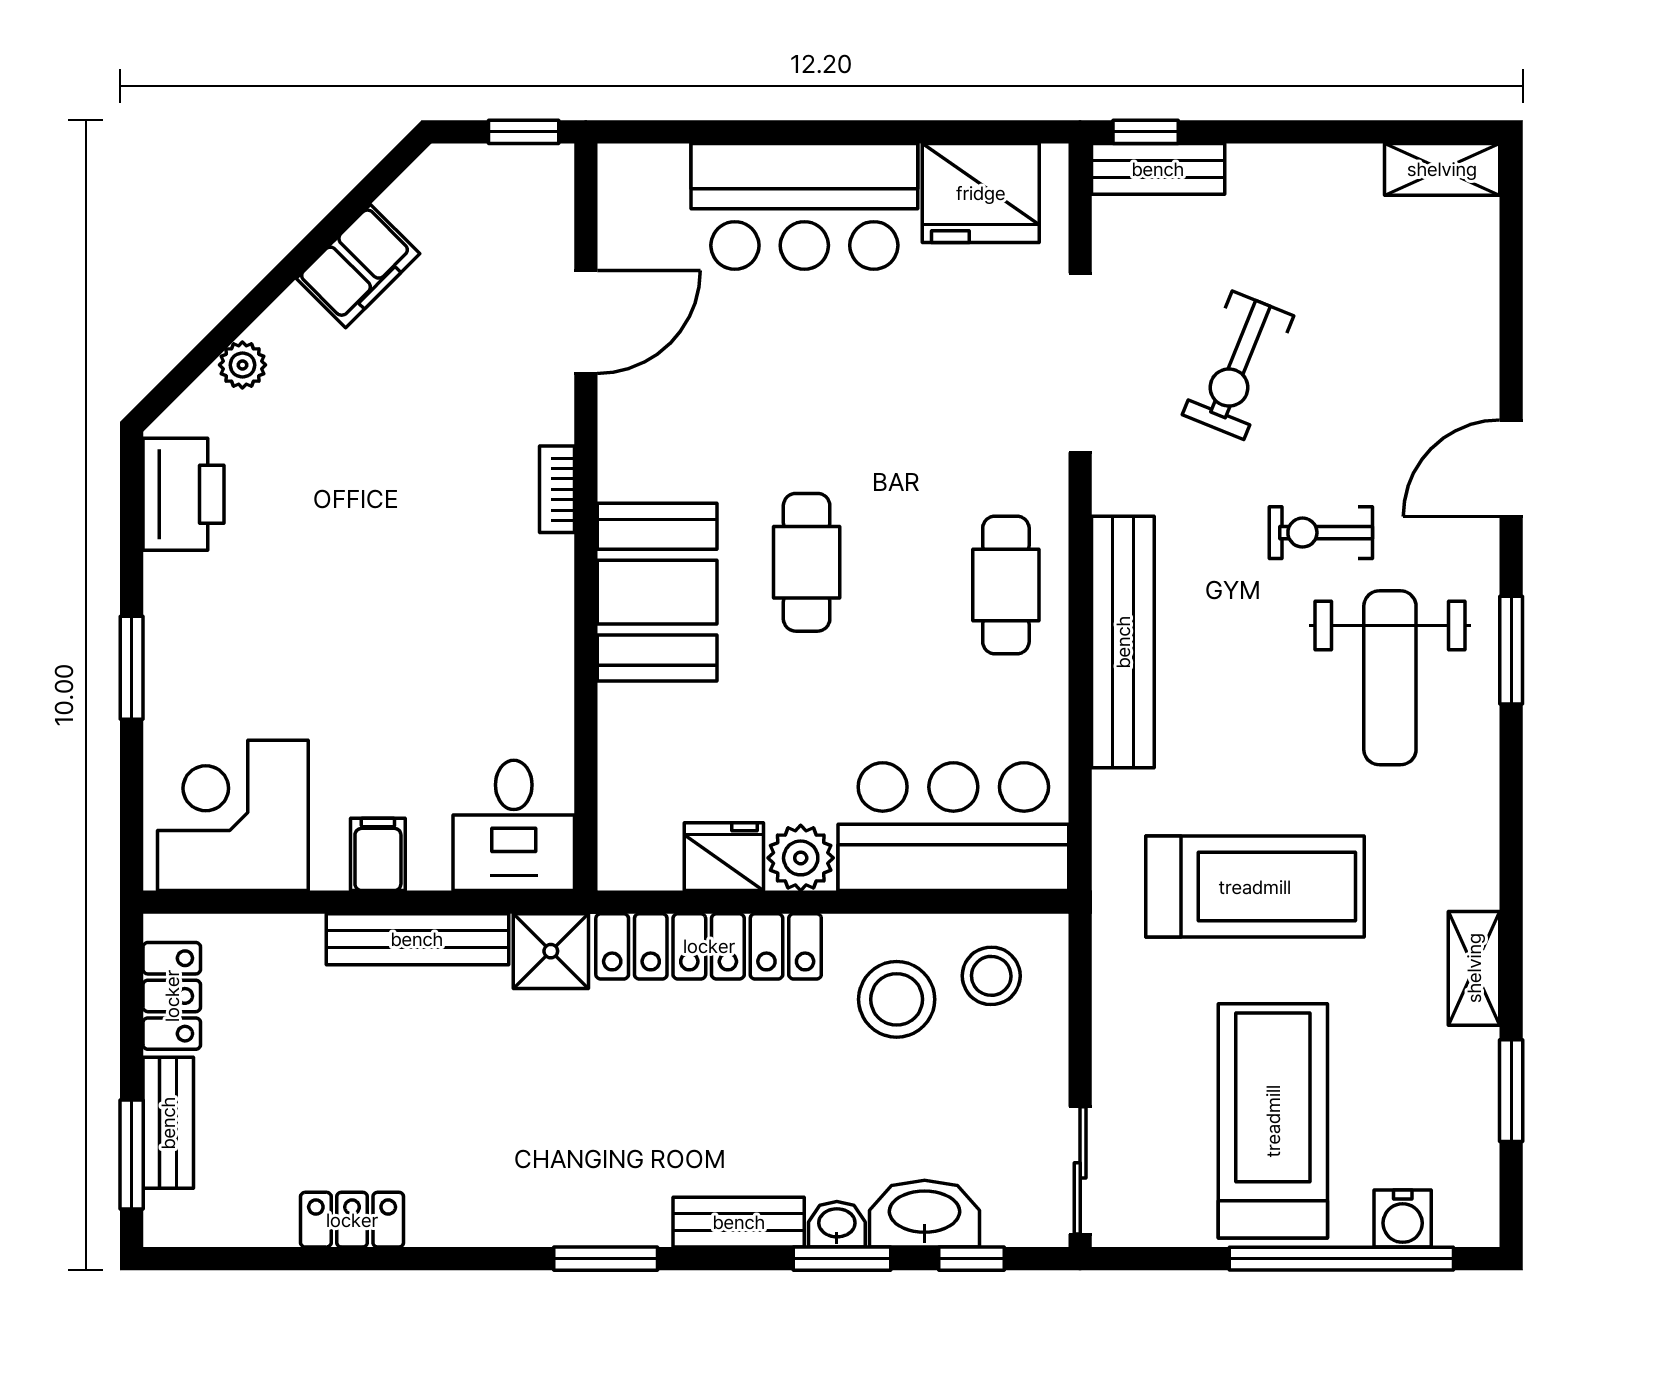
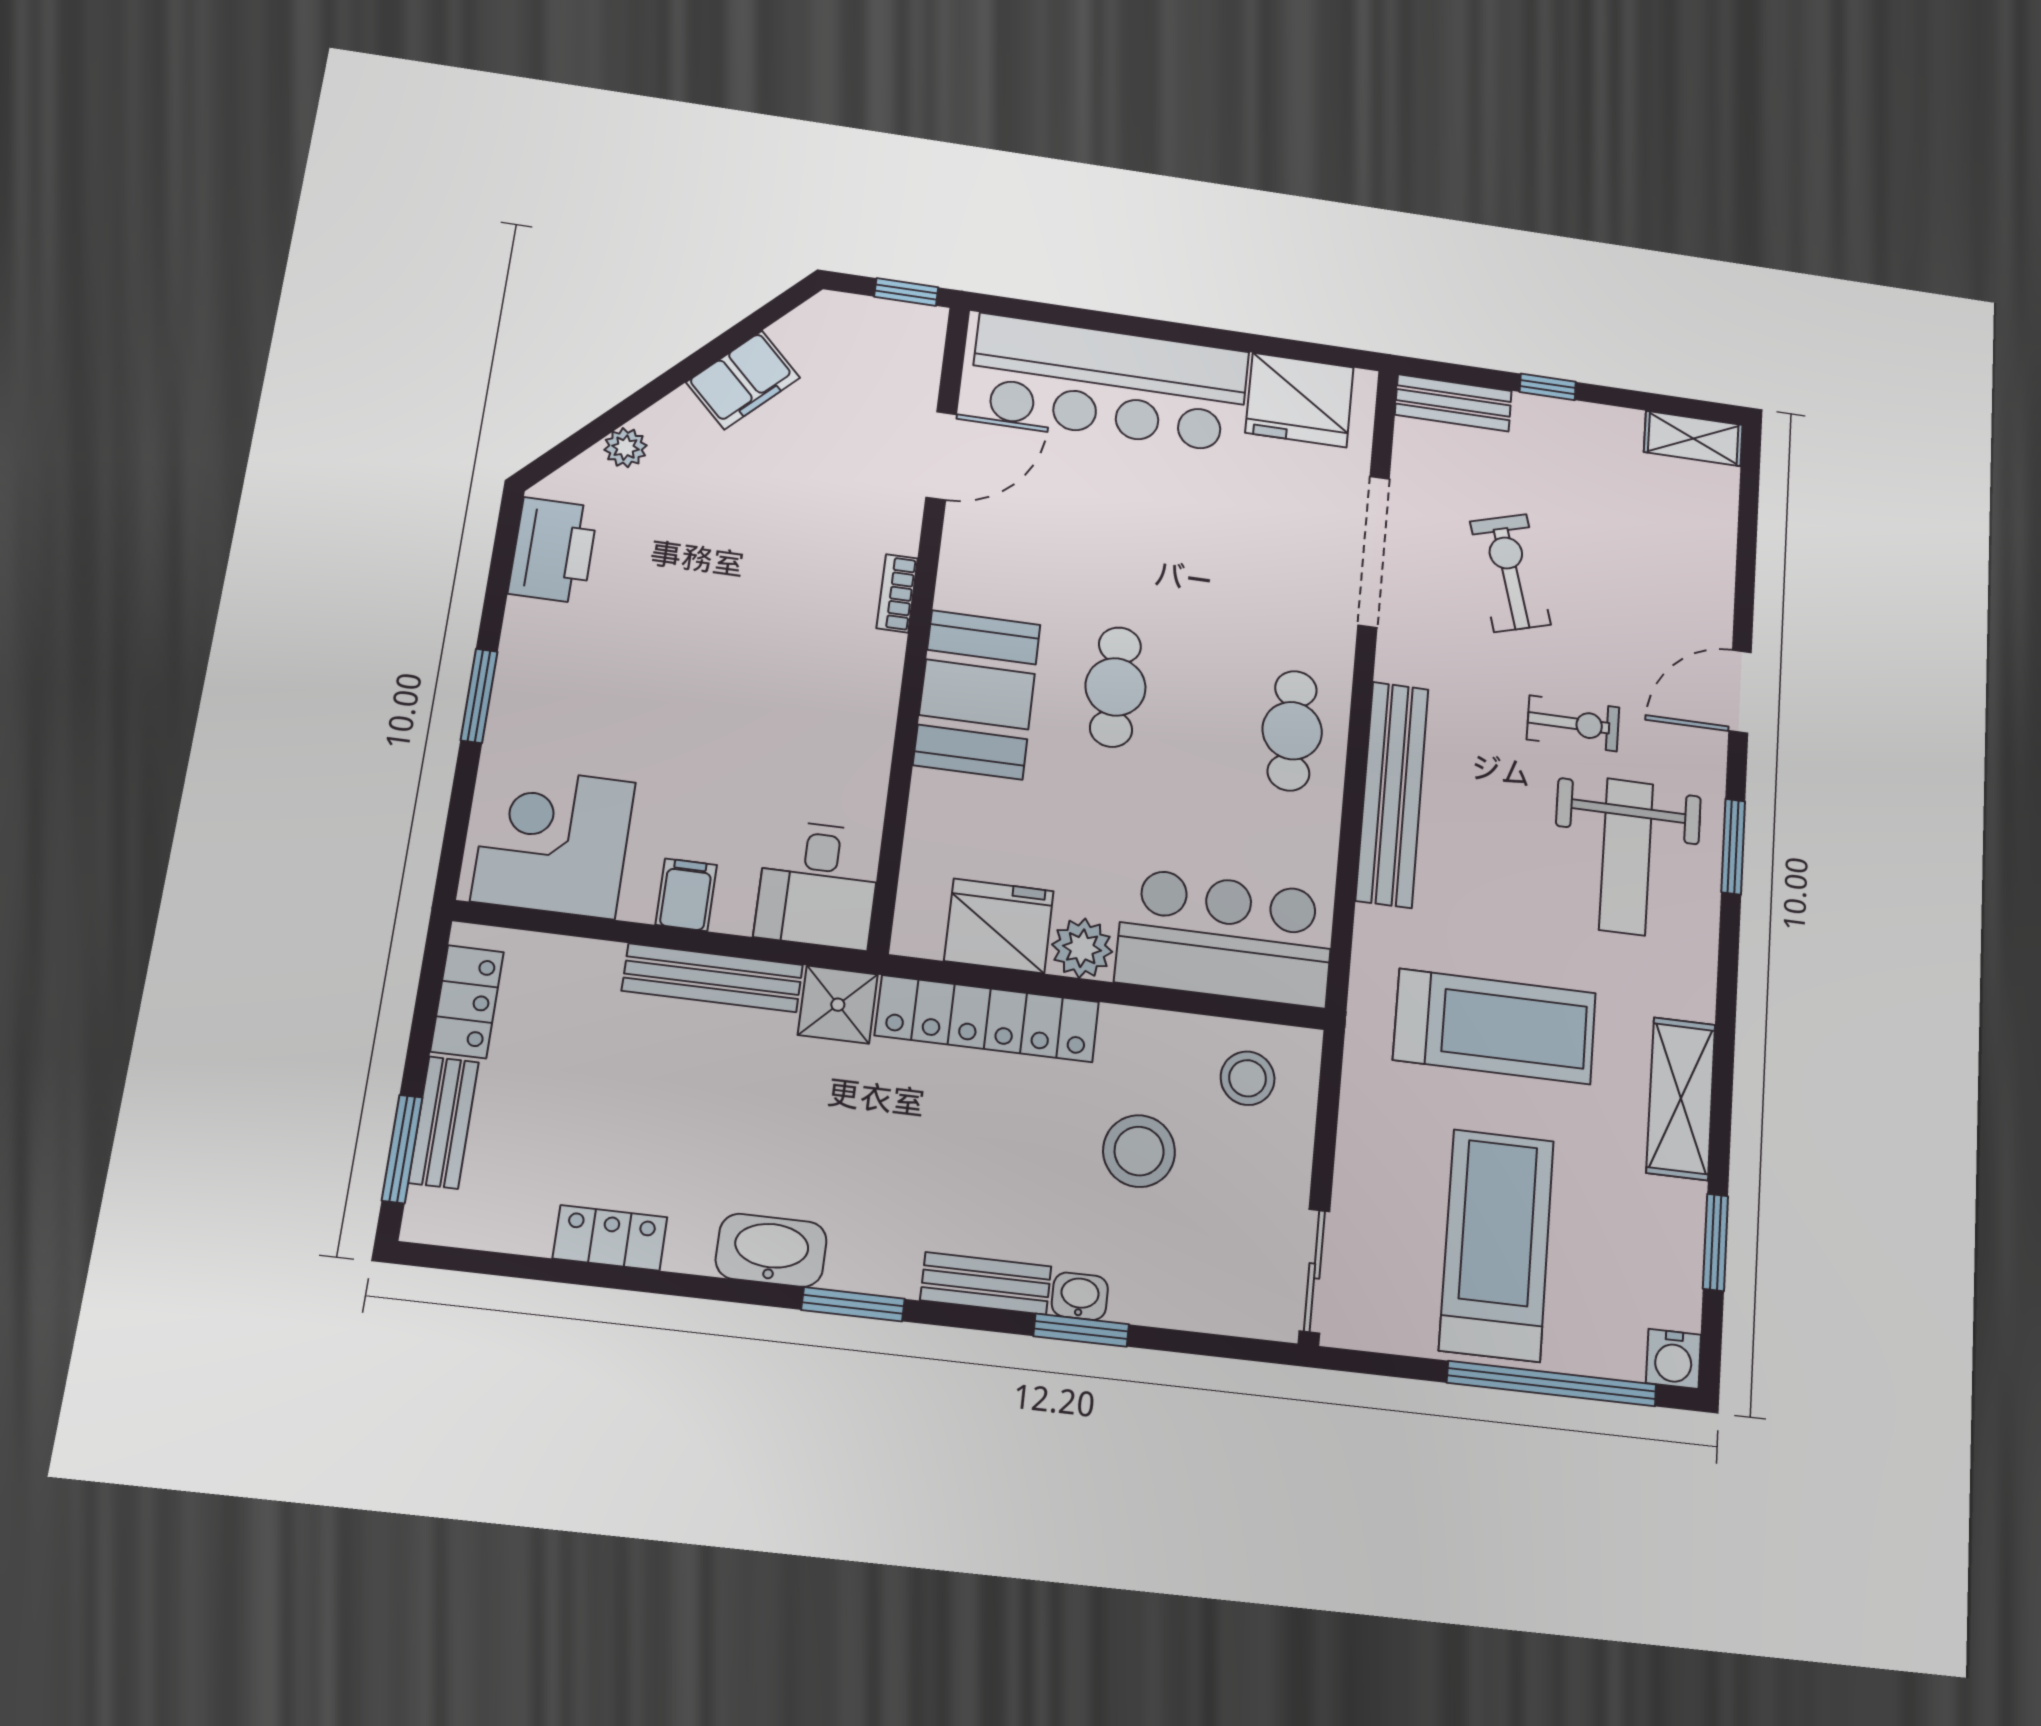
window: (1146, 132) -> (1548, 387), moved
bar counter: (804, 206) -> (1109, 383), width x1.36
exercise bike: (1238, 365) -> (1510, 573), turned 142
exercise bike: (1321, 533) -> (1573, 723), turned 180
fridge: (724, 857) -> (999, 926), width x1.36, depth x1.34
shelving: (1474, 968) -> (1681, 1098), width x1.50, depth x1.33
stool: (897, 999) -> (1139, 1151), moved
washbasin: (925, 1214) -> (771, 1250), moved
water cooler: (1403, 1218) -> (1673, 1359), moved
window: (971, 1259) -> (1205, 1344), removed

